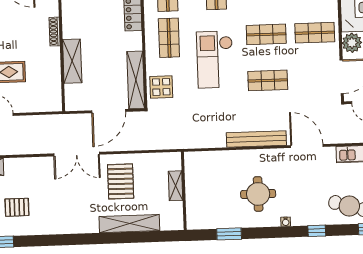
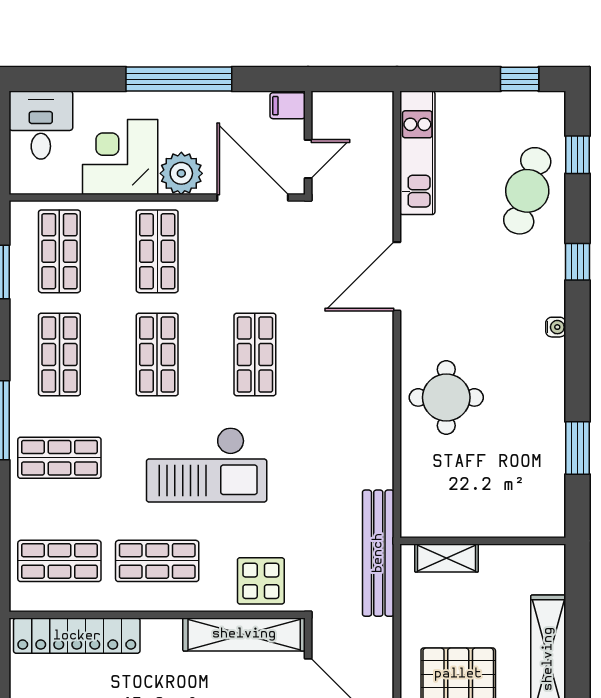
bench: (256, 139) -> (378, 553), moved
shelving: (176, 186) -> (447, 558), moved
round table: (258, 194) -> (446, 397), moved

